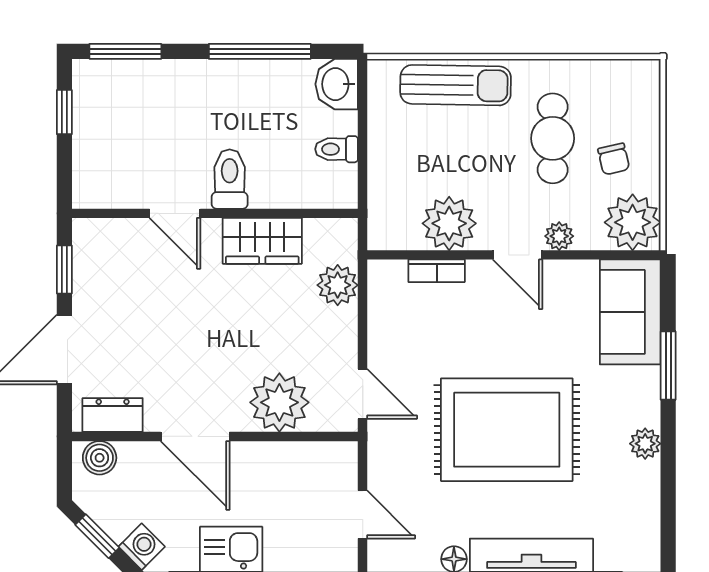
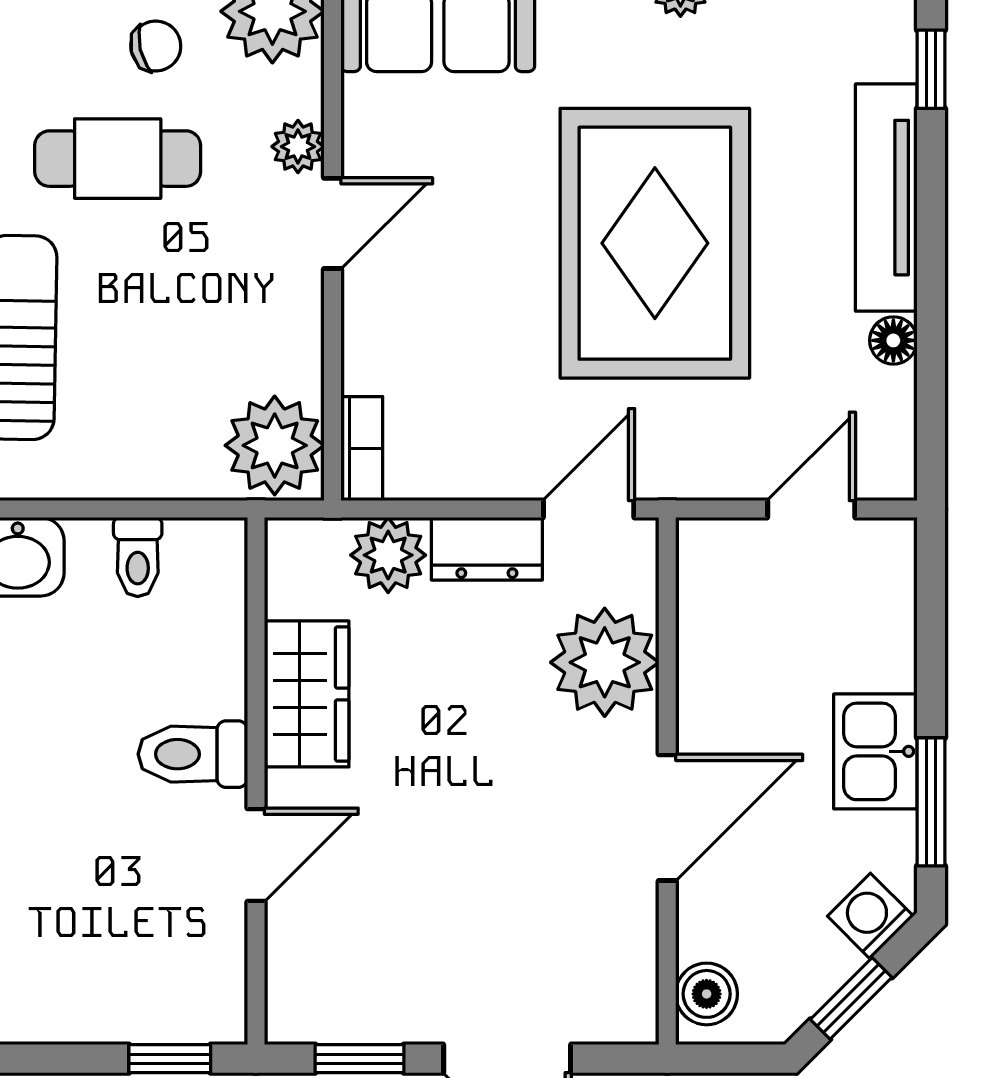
window: (64, 112) -> (170, 1059), moved
plant: (449, 223) -> (275, 445), moved
bookcase: (437, 271) -> (362, 449), moved
dresser: (113, 415) -> (487, 549), moved, turned -90

